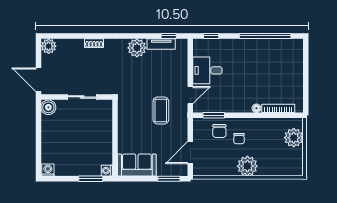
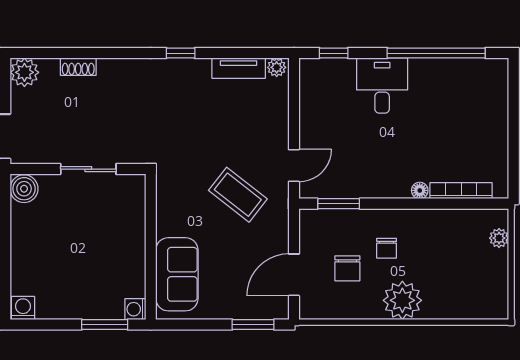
window: (169, 36) -> (181, 53), moved
shoe rack: (94, 43) -> (78, 67), moved
plant: (137, 48) -> (277, 67), moved, width x0.53, depth x0.53
desk: (207, 70) -> (382, 86), moved, turned 90
coffee table: (161, 110) -> (238, 195), turned -52
chair: (219, 131) -> (347, 268), moved
plant: (294, 138) -> (499, 238), width x0.53, depth x0.53
sofa: (137, 165) -> (177, 274), moved, turned 90

